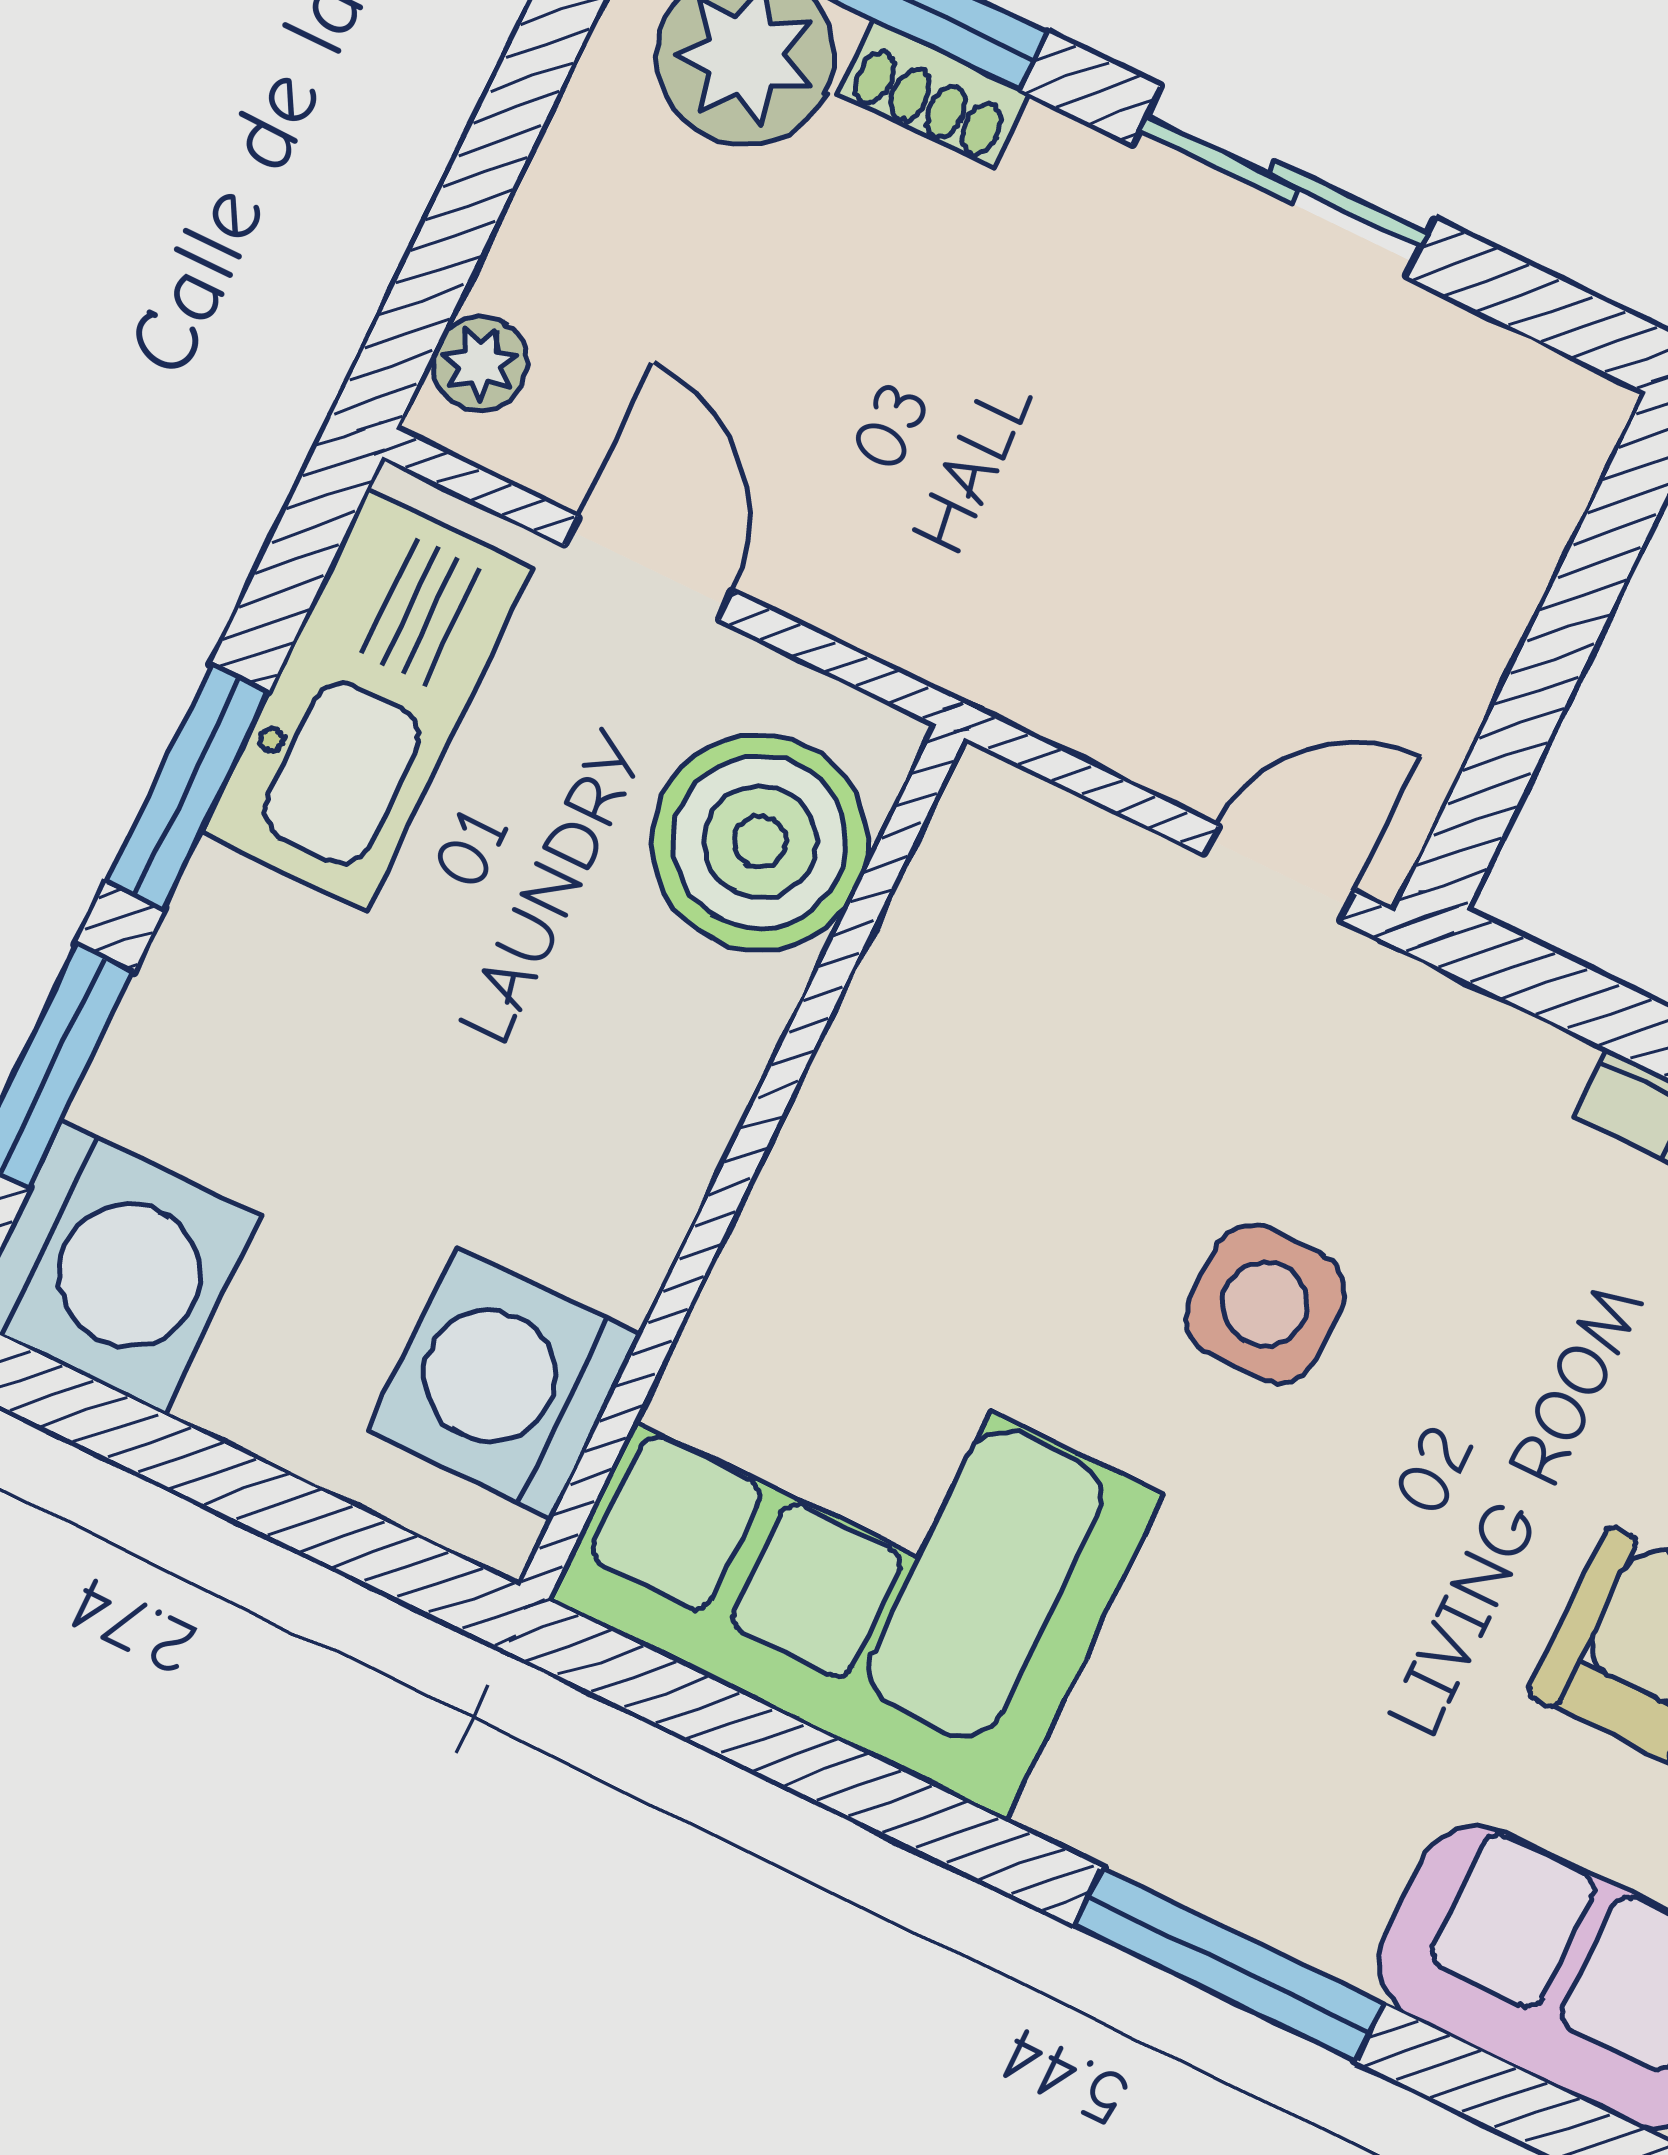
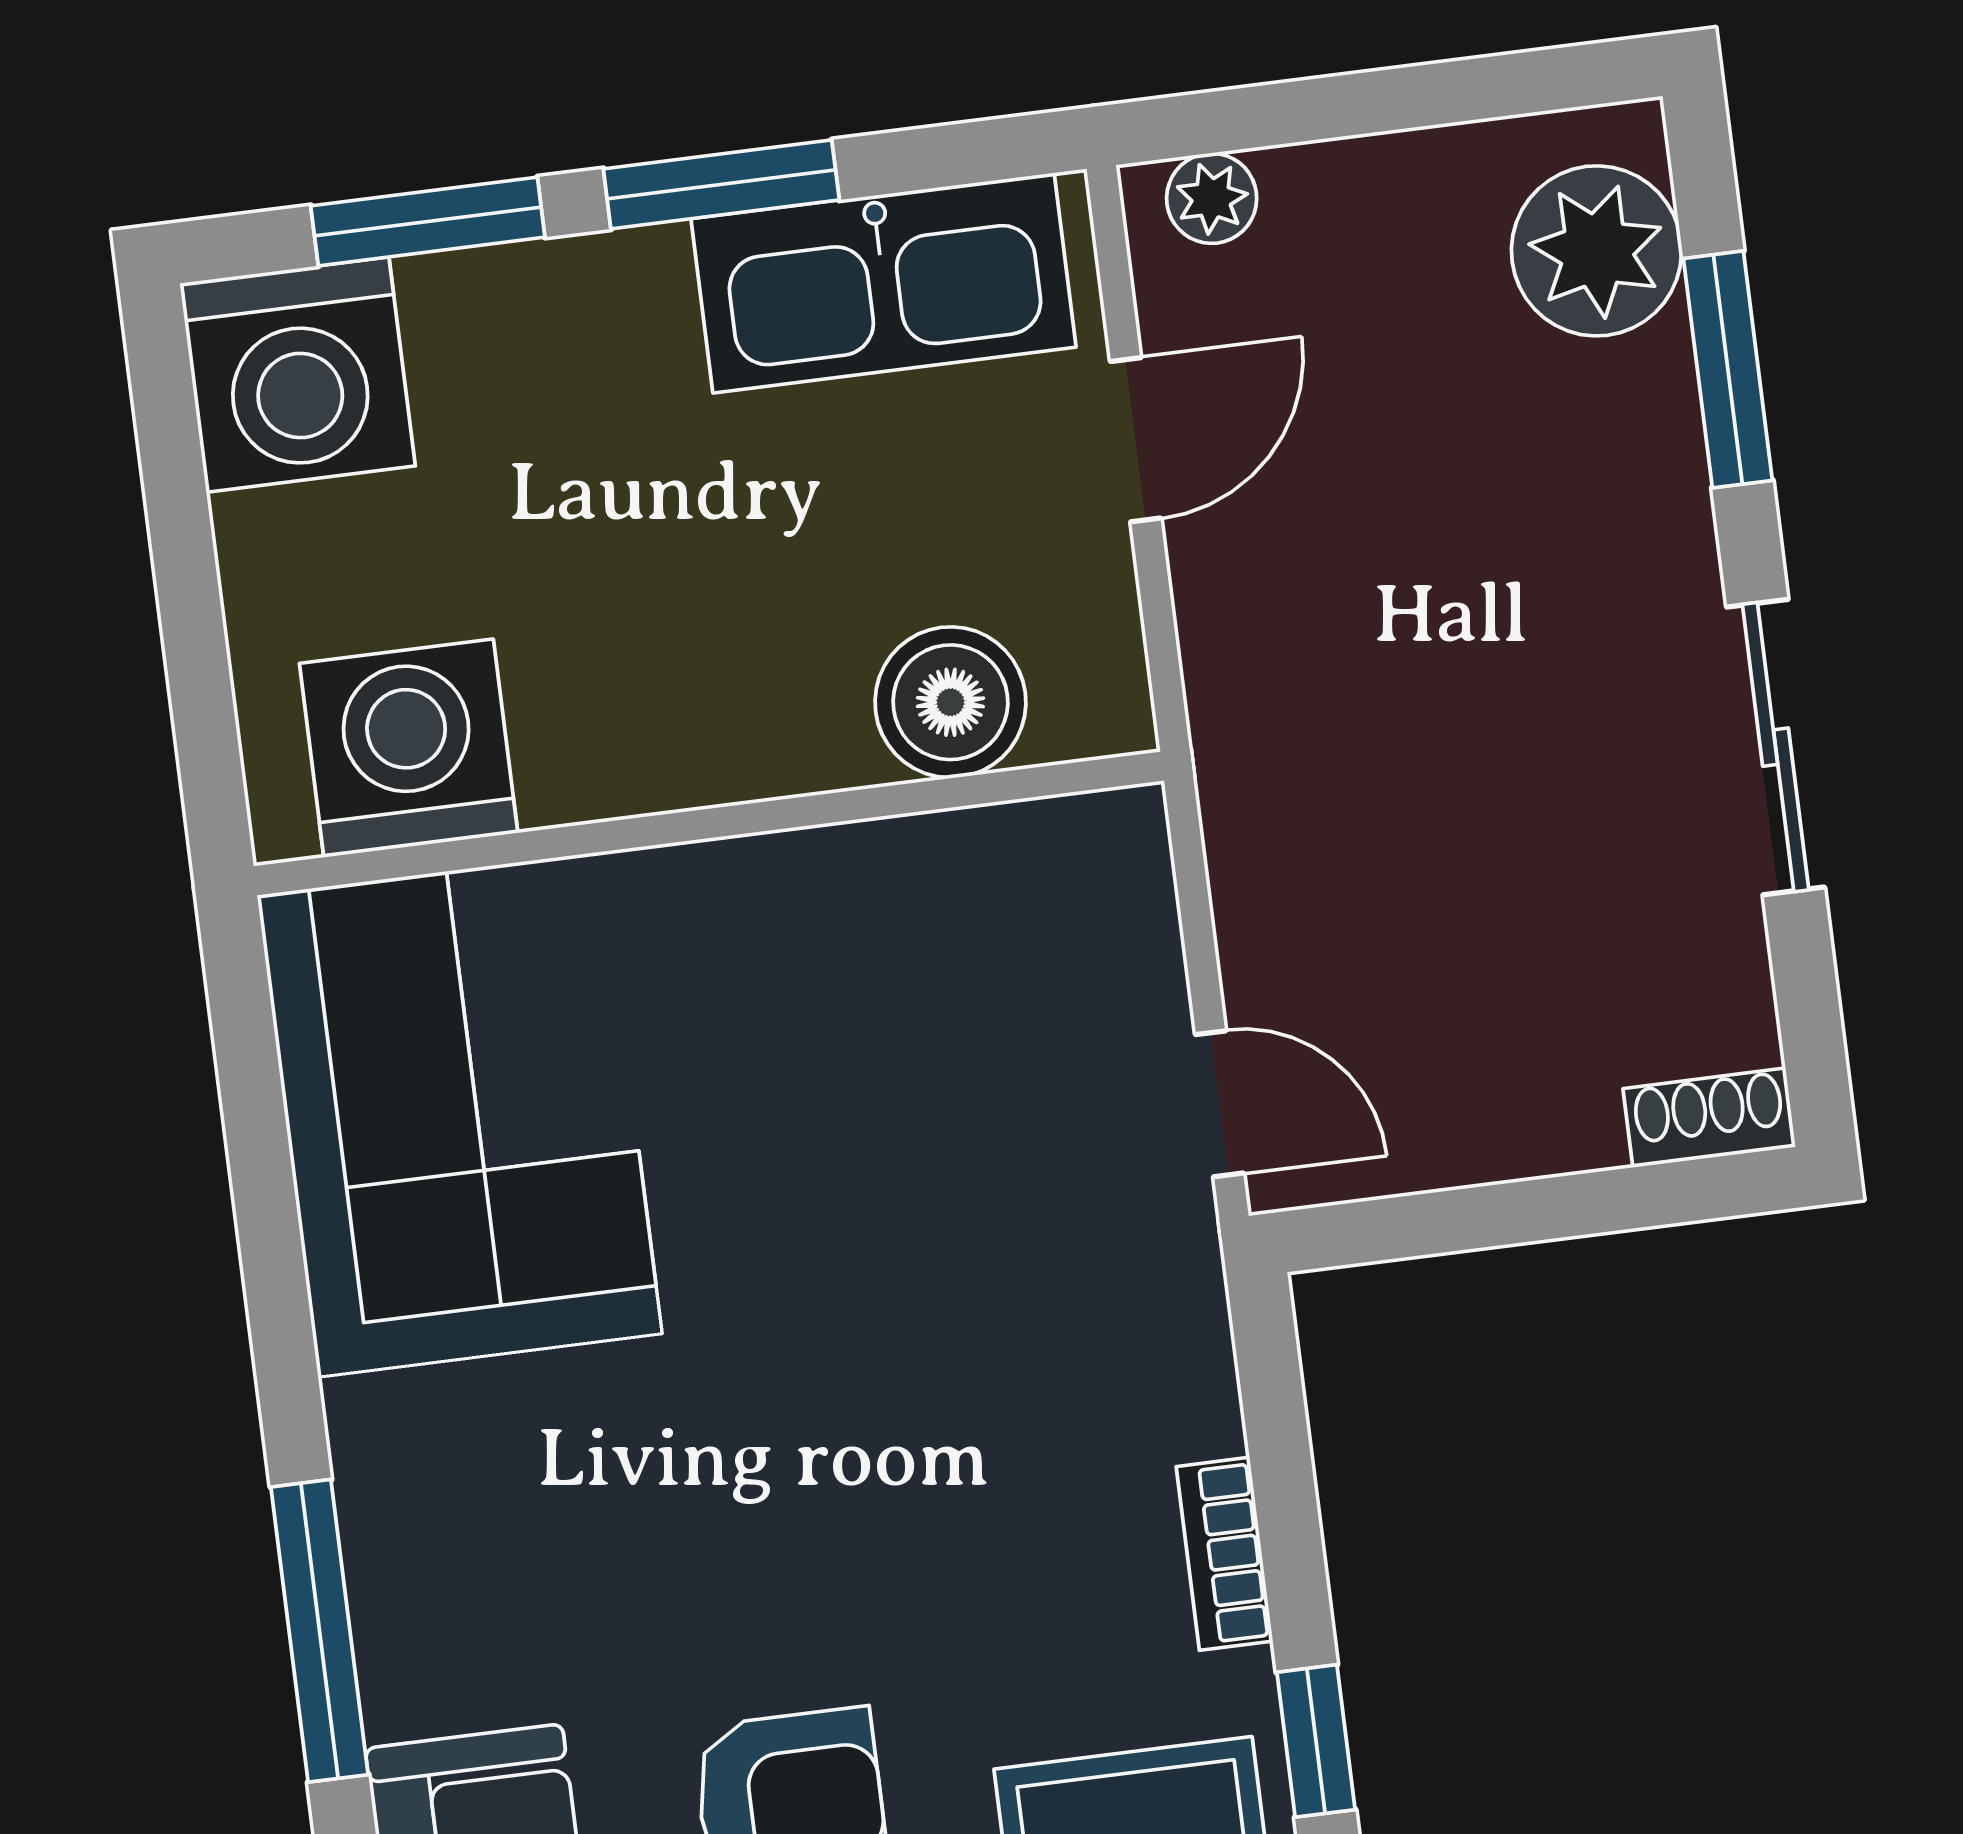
shoe rack: (933, 93) -> (1709, 1118), moved, turned 90
boiler: (760, 842) -> (950, 702), width x0.73, depth x0.73
side table: (1265, 1304) -> (867, 1316), removed

